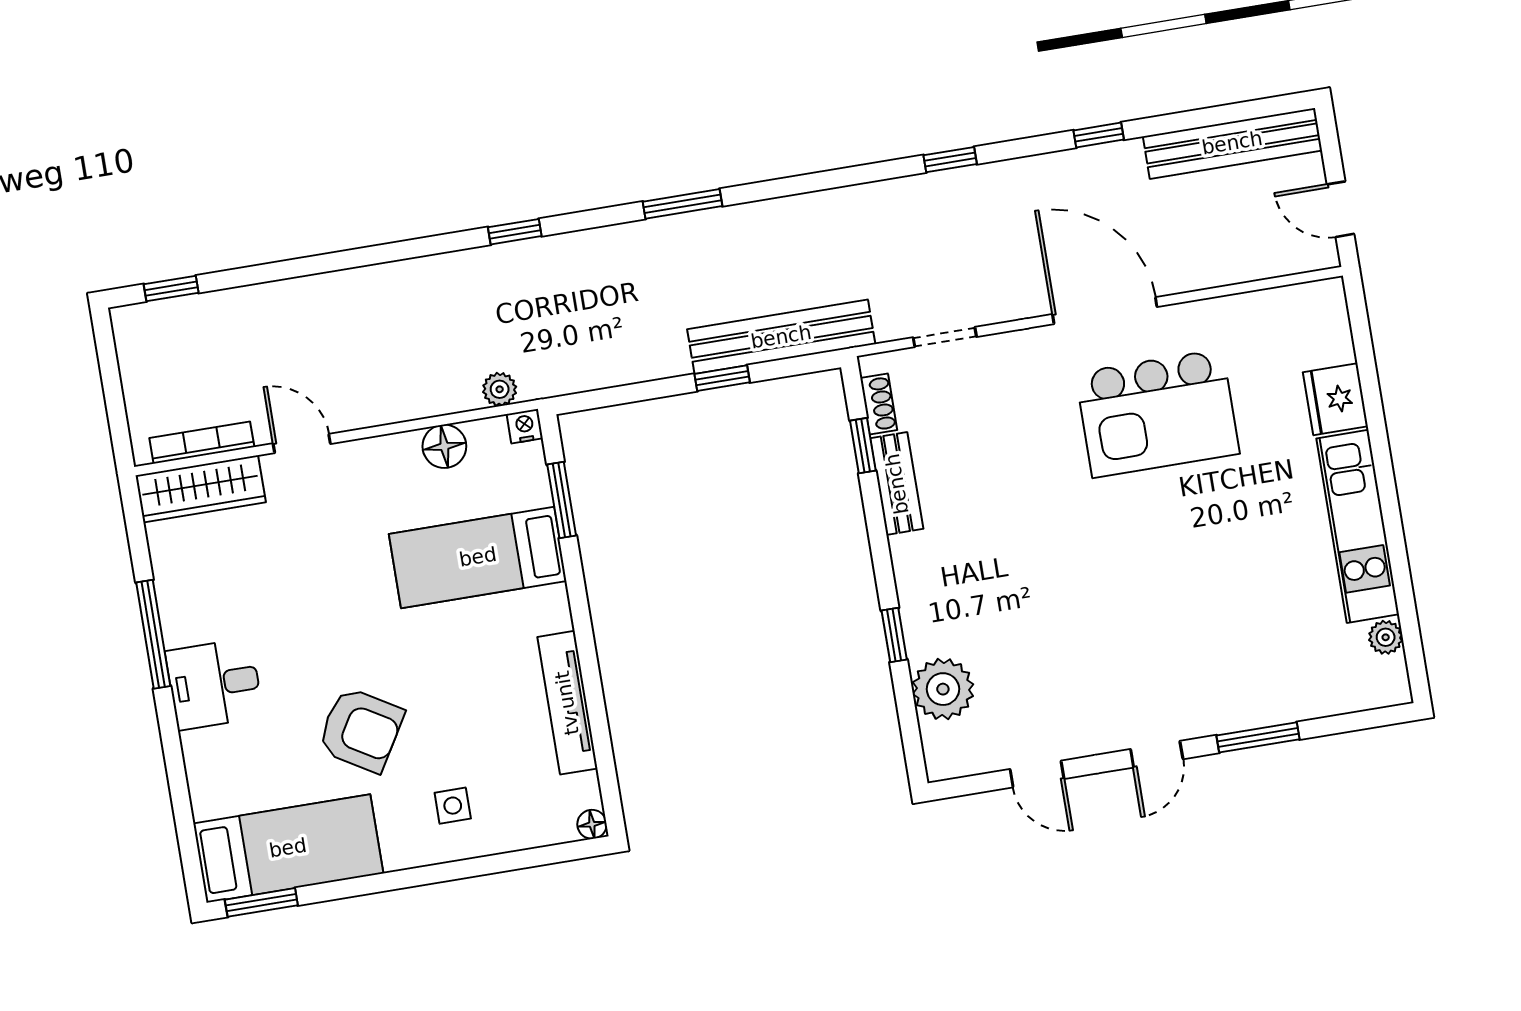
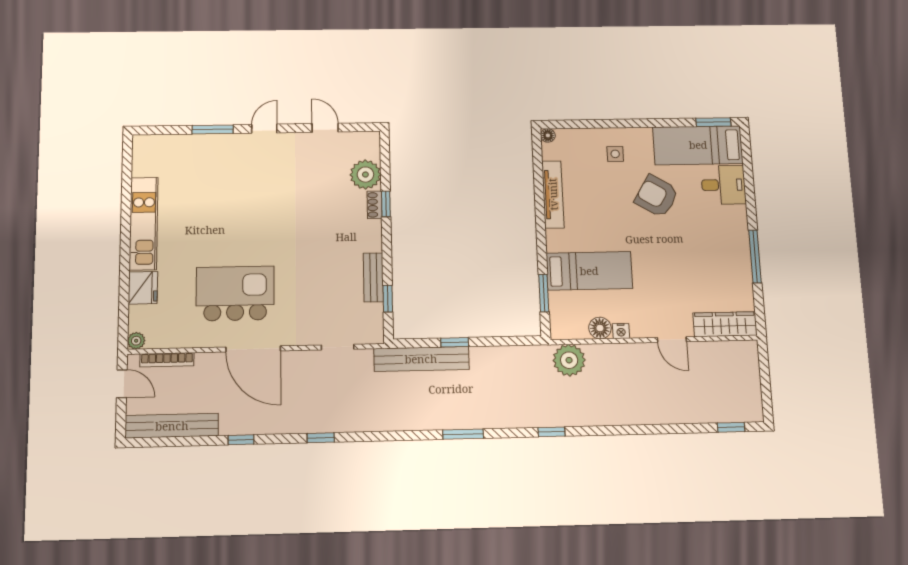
plant: (500, 389) -> (569, 360), width x1.88, depth x1.88
shoe rack: (879, 404) -> (374, 205), moved
nightstand: (525, 426) -> (621, 331), moved
bookcase: (202, 443) -> (167, 360), moved
plant: (1386, 637) -> (136, 341), moved
desk: (214, 684) -> (723, 185), moved

